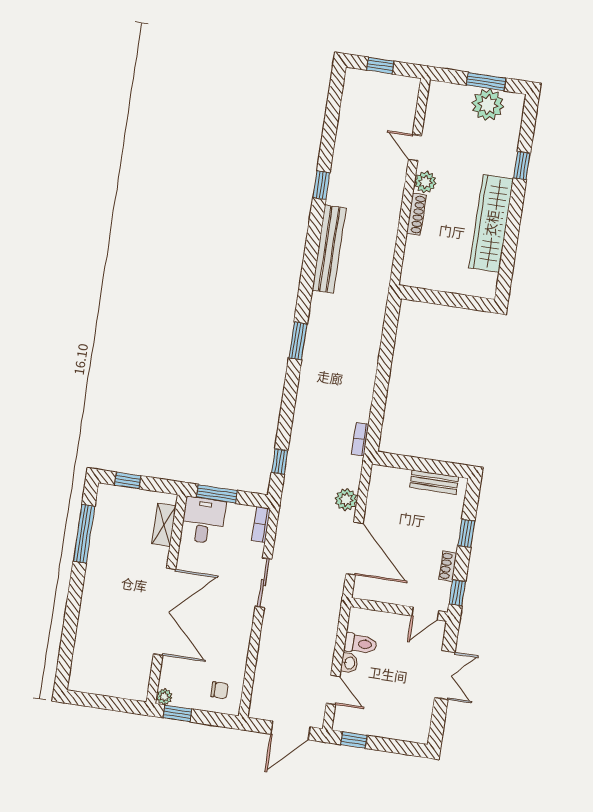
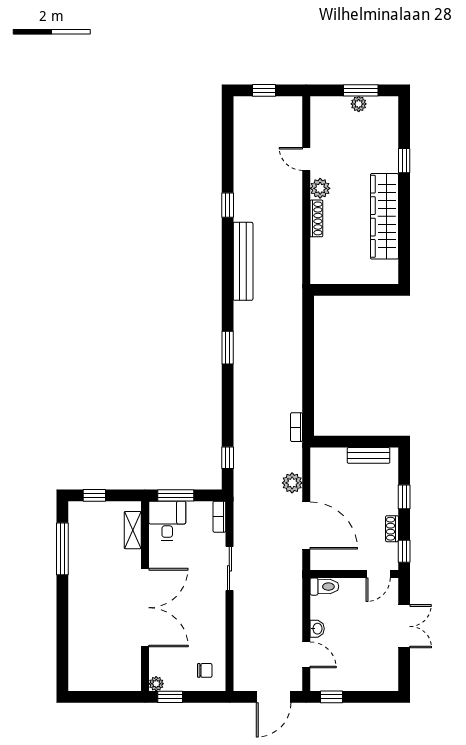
plant: (488, 105) -> (359, 104), width x0.53, depth x0.53
toilet: (360, 644) -> (324, 587), moved

